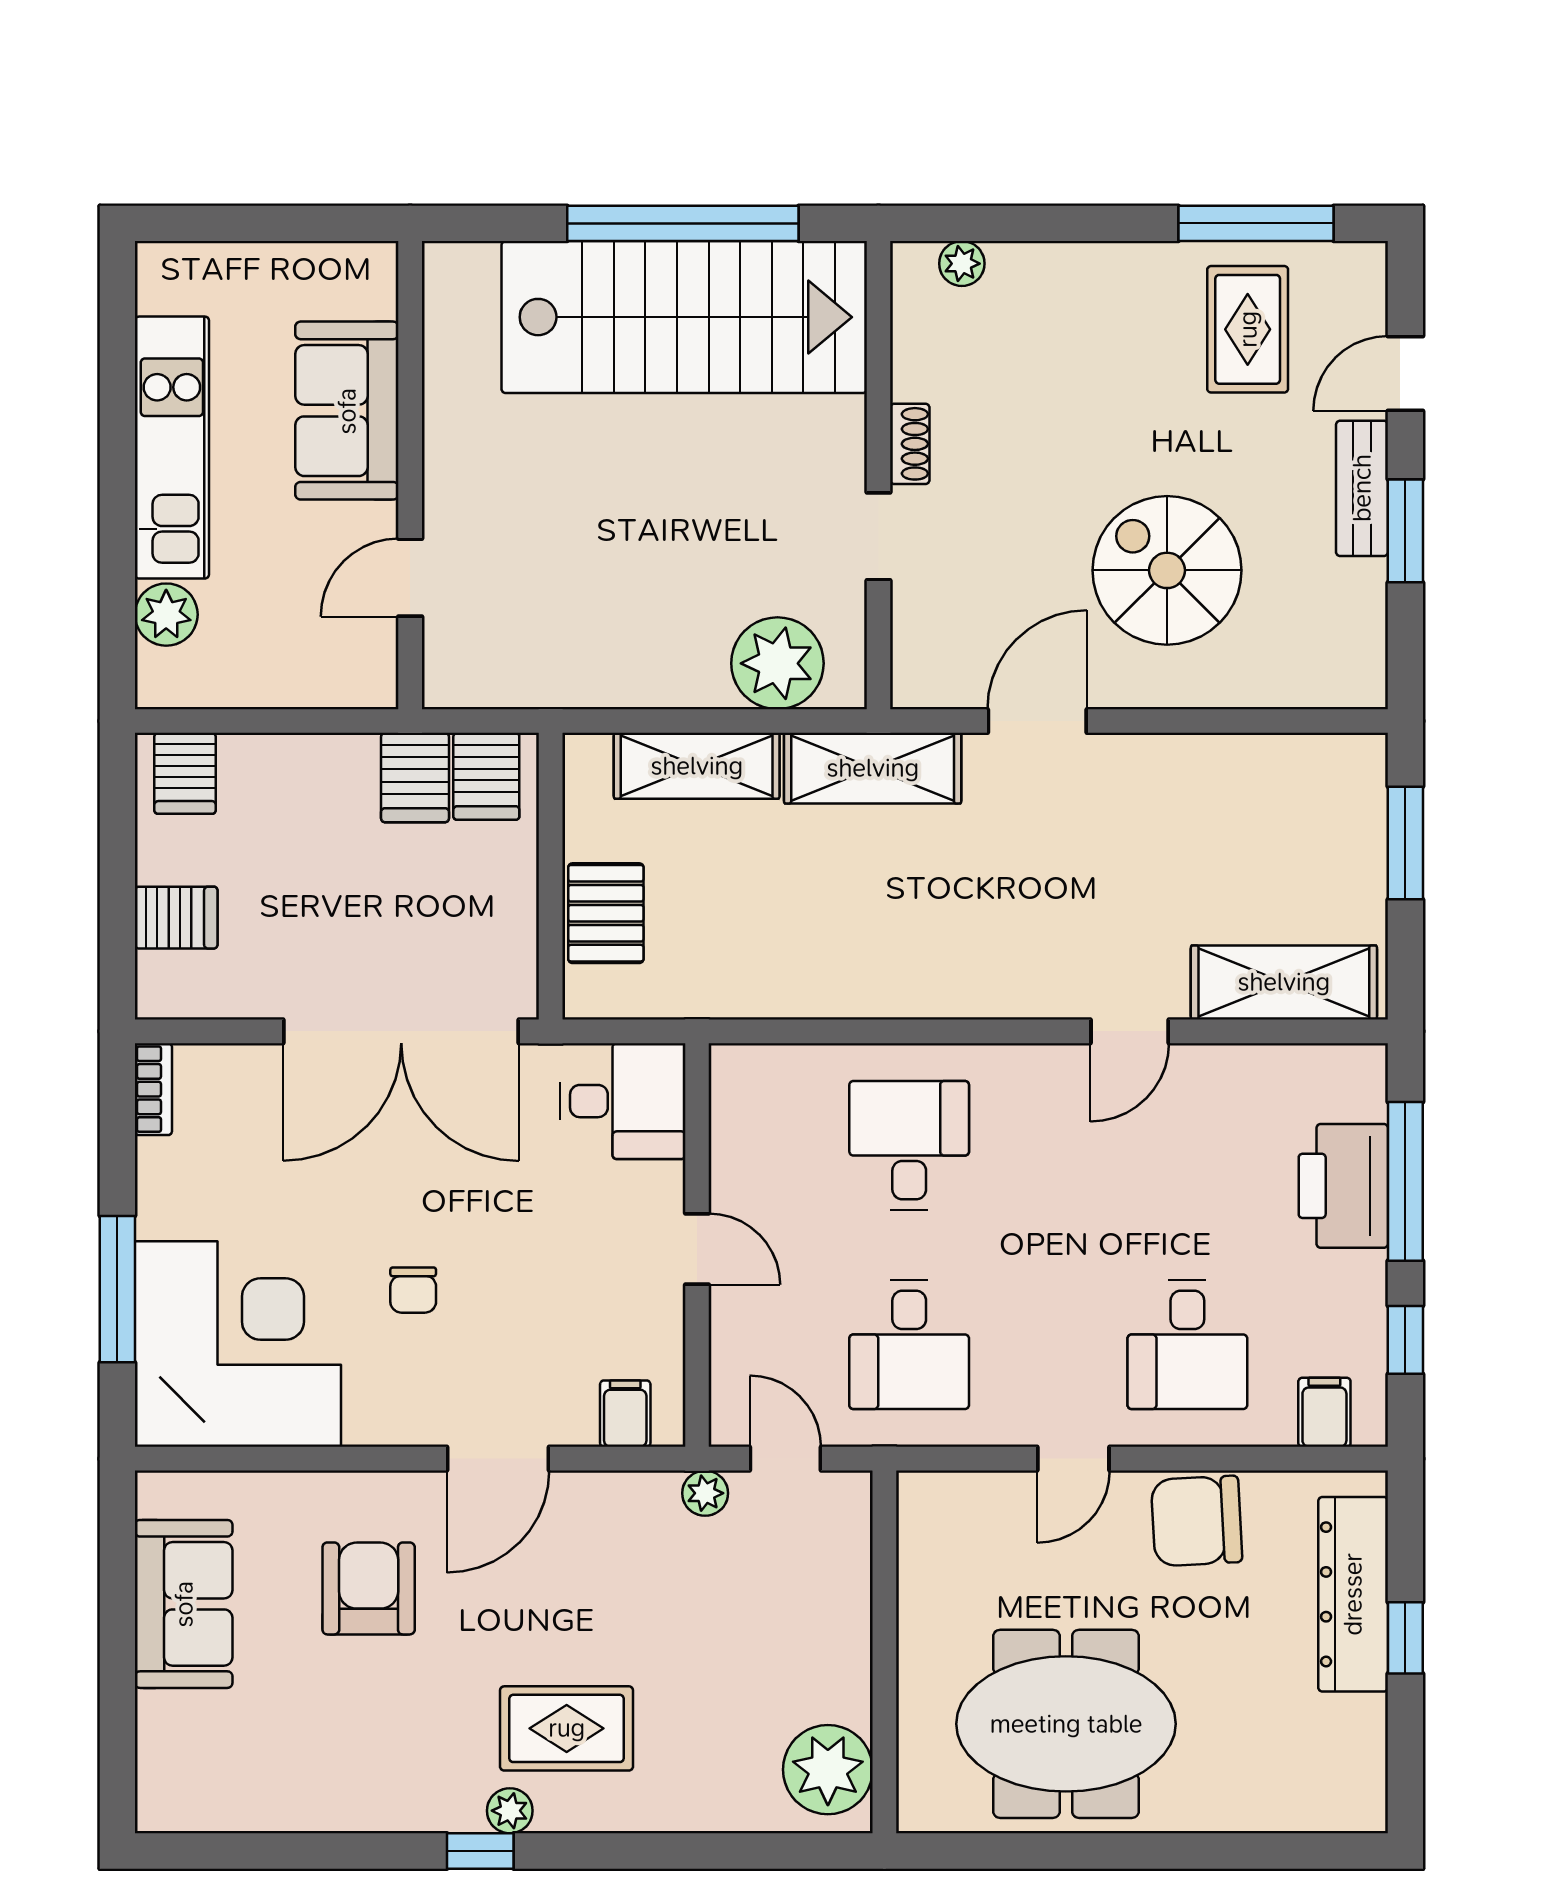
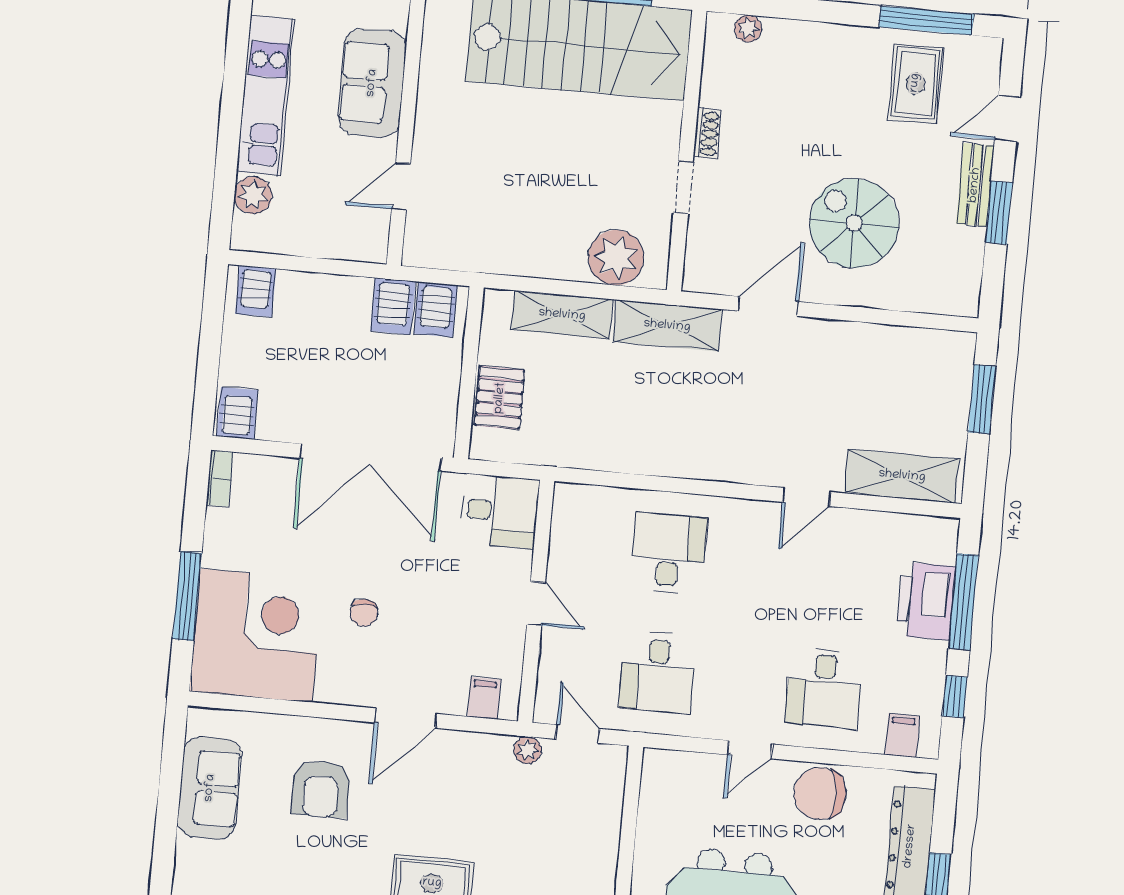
server rack: (176, 918) -> (237, 413), moved, turned -90
armchair: (369, 1588) -> (321, 789), turned 180

